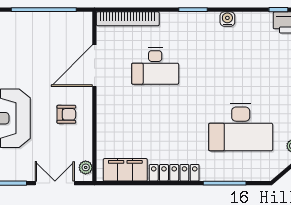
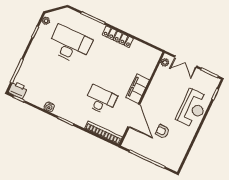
door: (94, 66) -> (134, 116), hinge flipped
armchair: (66, 114) -> (162, 131), moved
filing cabinet: (125, 170) -> (138, 89), moved, turned 90

